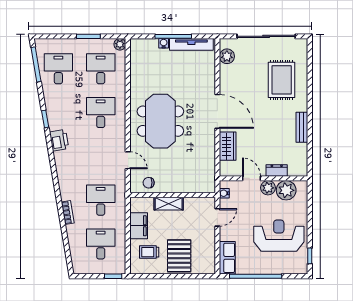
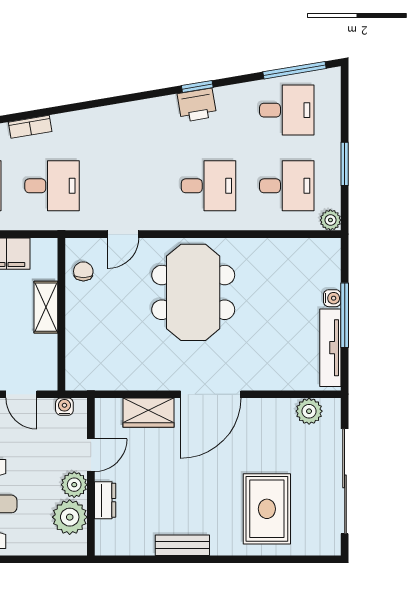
rug: (282, 80) -> (267, 509), turned 90
meeting table: (160, 121) -> (193, 292), turned 90
printer: (59, 140) -> (197, 105), moved

